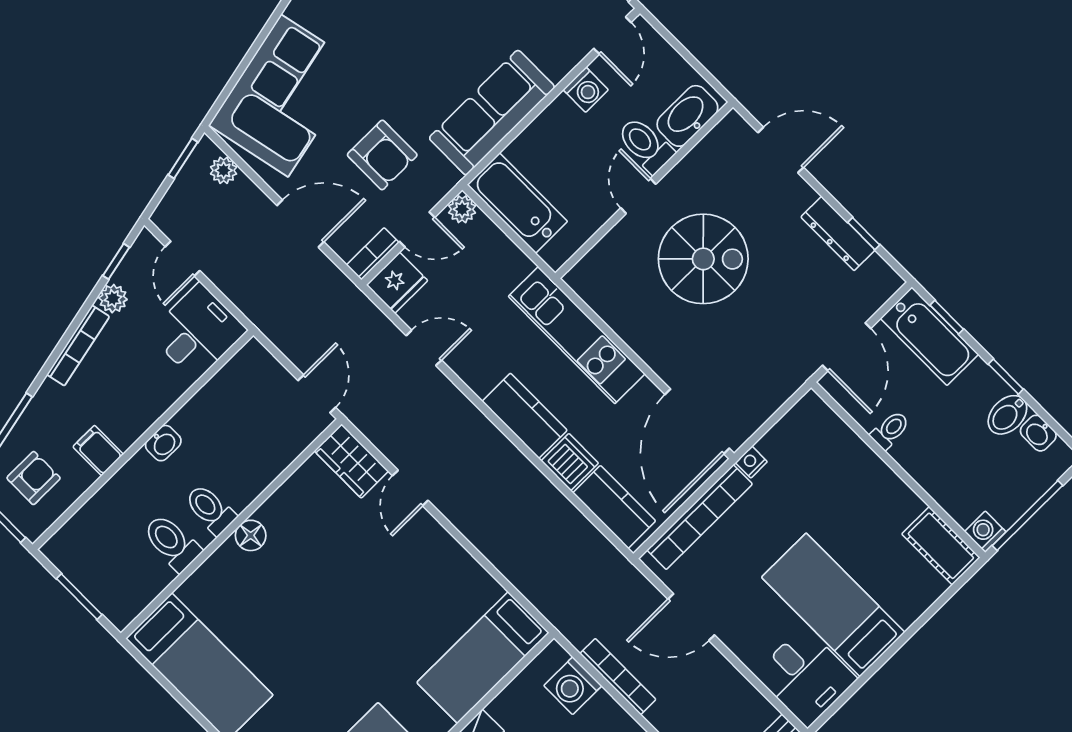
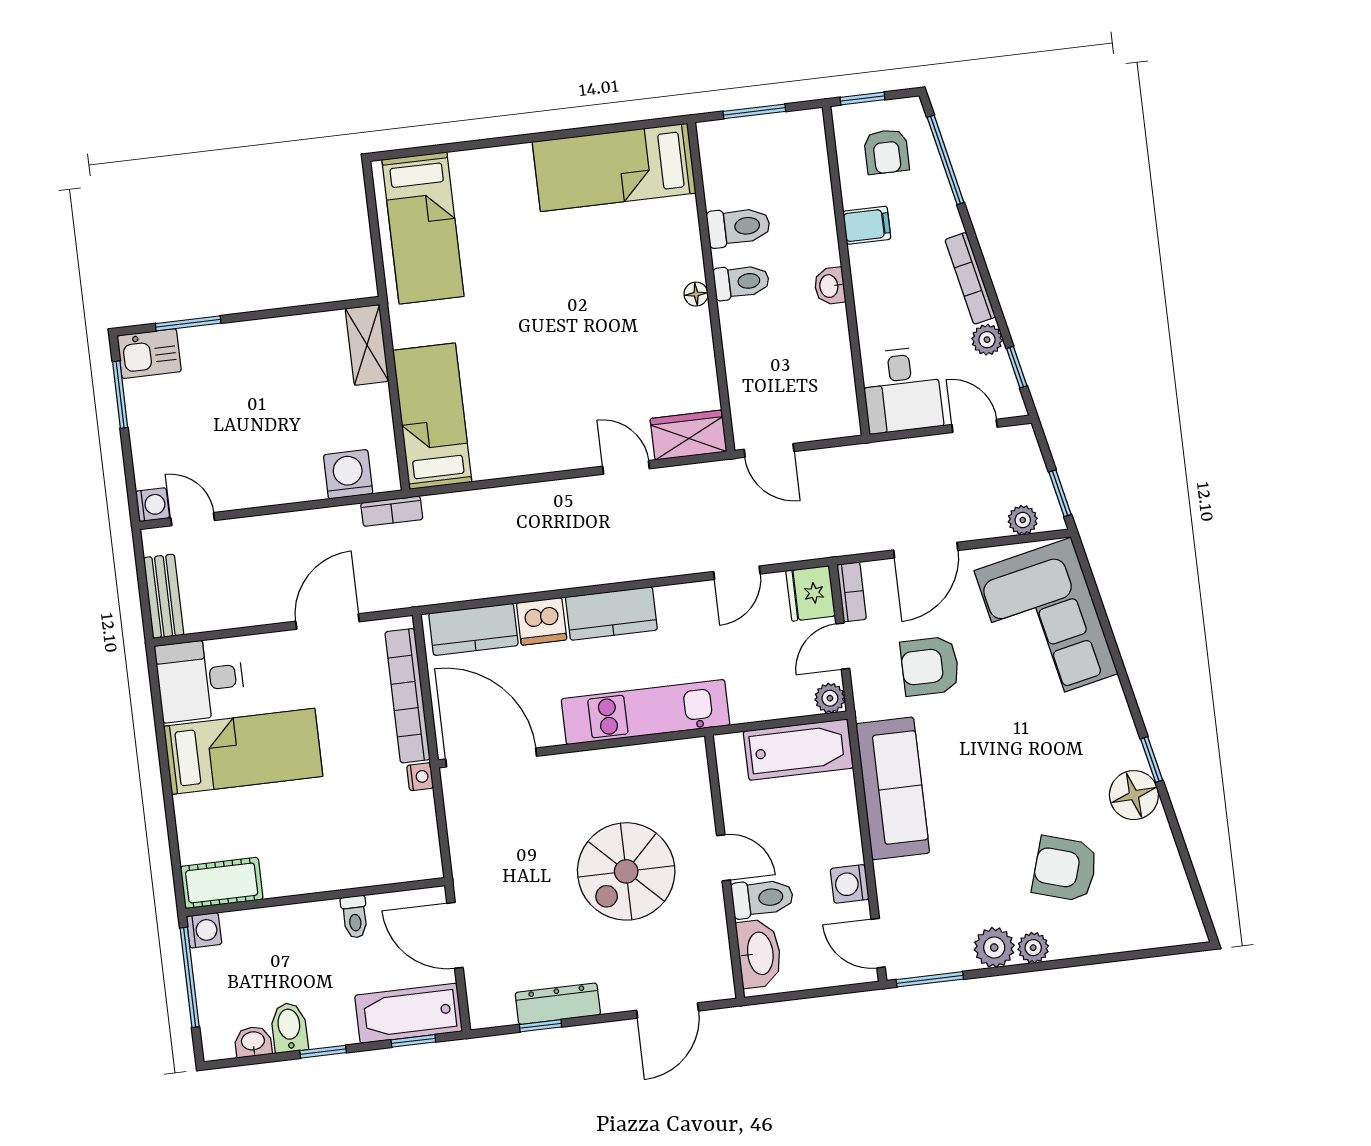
floor lamp: (251, 535) -> (696, 294), width x0.73, depth x0.73
bookcase: (618, 677) -> (392, 511), moved, width x0.64

